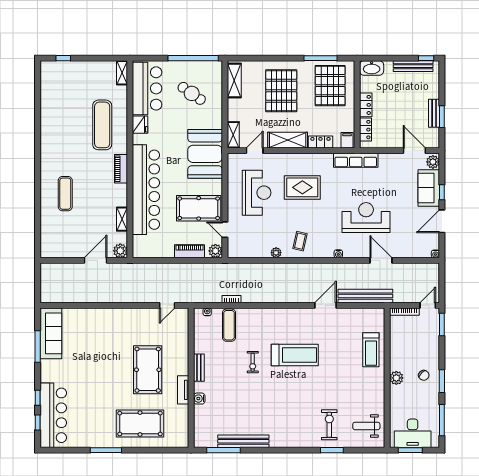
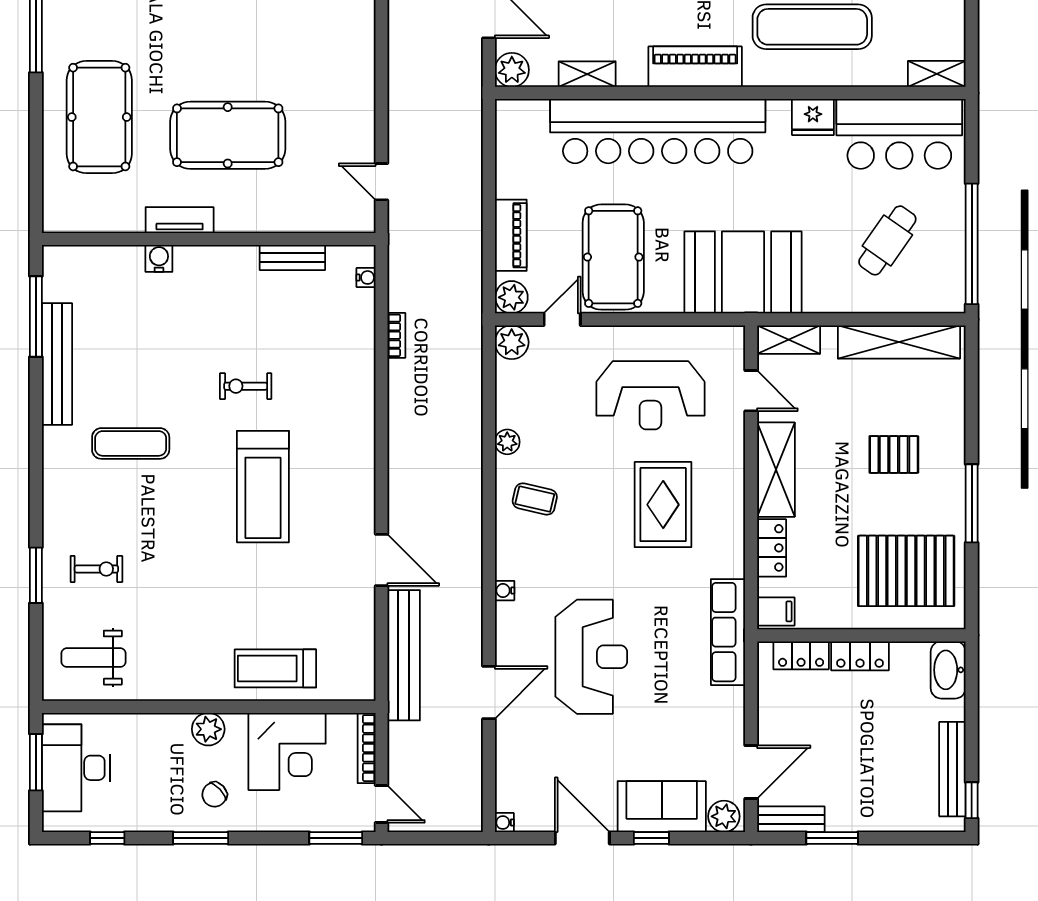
window: (321, 58) -> (972, 503), moved
shelving: (234, 80) -> (899, 342), width x1.47
pallet: (281, 91) -> (894, 454), width x0.49, depth x0.50
bench: (434, 113) -> (791, 819), moved
piano: (121, 169) -> (695, 67), width x1.37, depth x1.33
plant: (234, 251) -> (512, 342), added
exercise mat: (229, 325) -> (131, 443), moved
corner desk: (406, 345) -> (287, 751), added
bench: (199, 368) -> (292, 257), moved
window: (442, 420) -> (107, 838), width x0.46
exercise bike: (329, 425) -> (96, 569), width x0.73, depth x0.72
weight bench: (366, 426) -> (94, 658), turned -90

